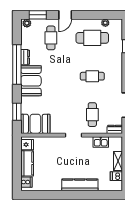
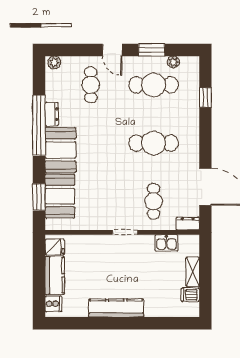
window: (38, 15) -> (152, 50), moved
door: (65, 15) -> (112, 50), hinge flipped
cafe table: (92, 76) -> (154, 143), width x1.37, depth x1.35
booth: (35, 124) -> (60, 196), moved, turned 90
kitchen counter: (80, 185) -> (116, 308), moved

